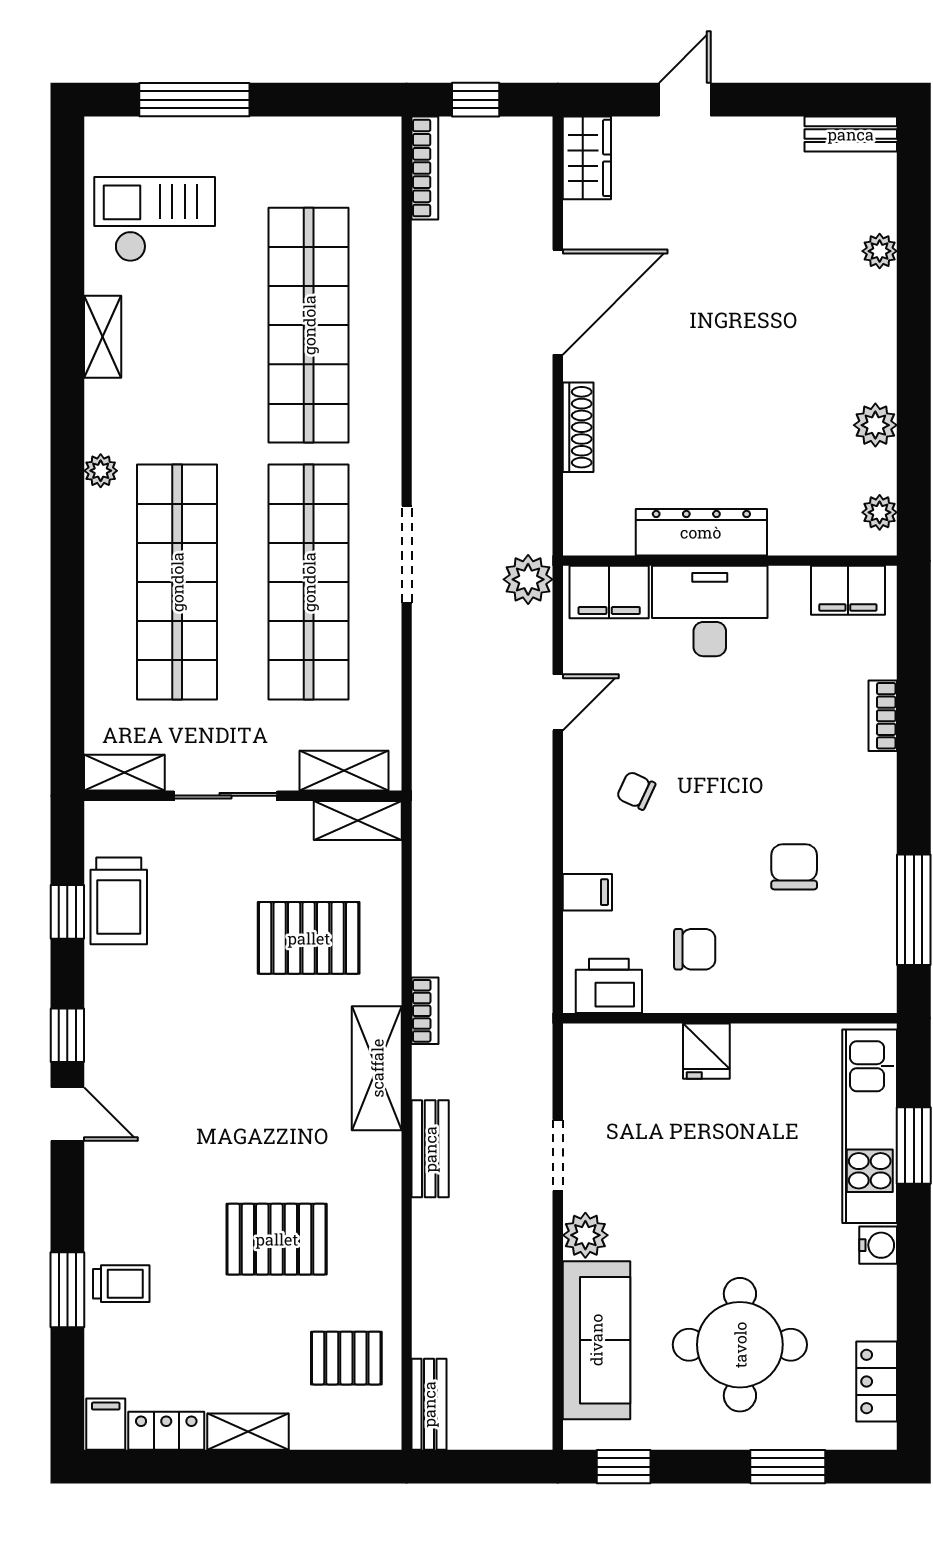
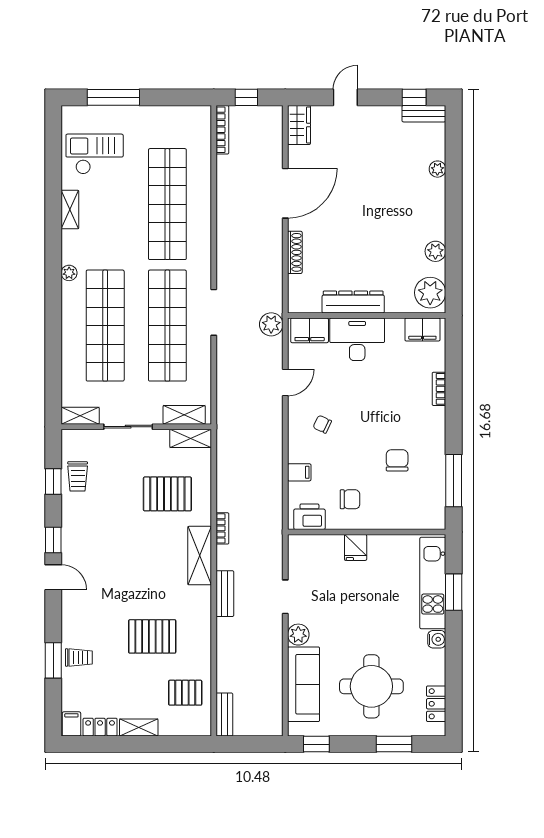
window: (830, 100) -> (414, 97), added
plant: (880, 512) -> (430, 293), width x1.88, depth x1.88
trolley: (119, 901) -> (78, 476), width x0.73, depth x0.72

